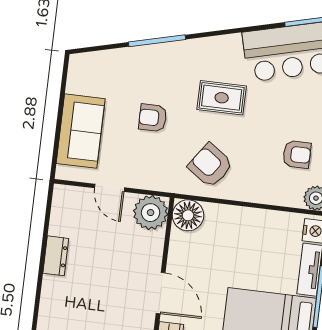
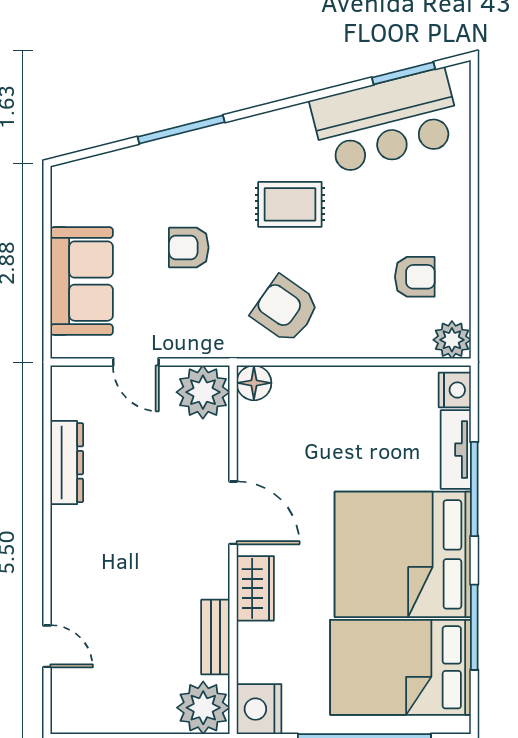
floor lamp: (188, 215) -> (254, 383), width x0.73, depth x0.73
dresser: (56, 256) -> (67, 463), width x1.44

